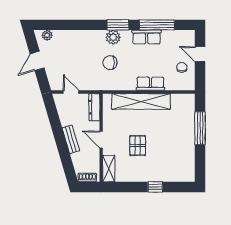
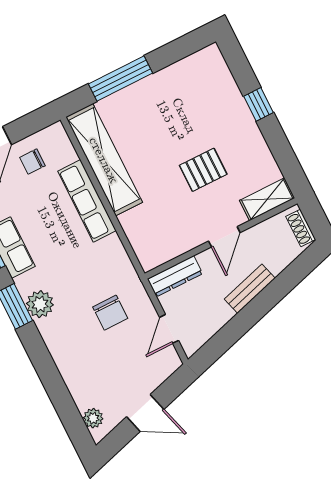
chair: (110, 63) -> (110, 313), moved
row of seats: (150, 84) -> (87, 201), width x1.48
shelving: (141, 101) -> (104, 160), moved

